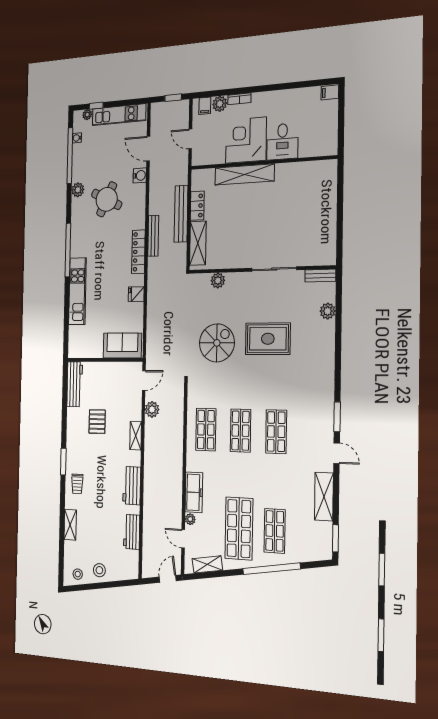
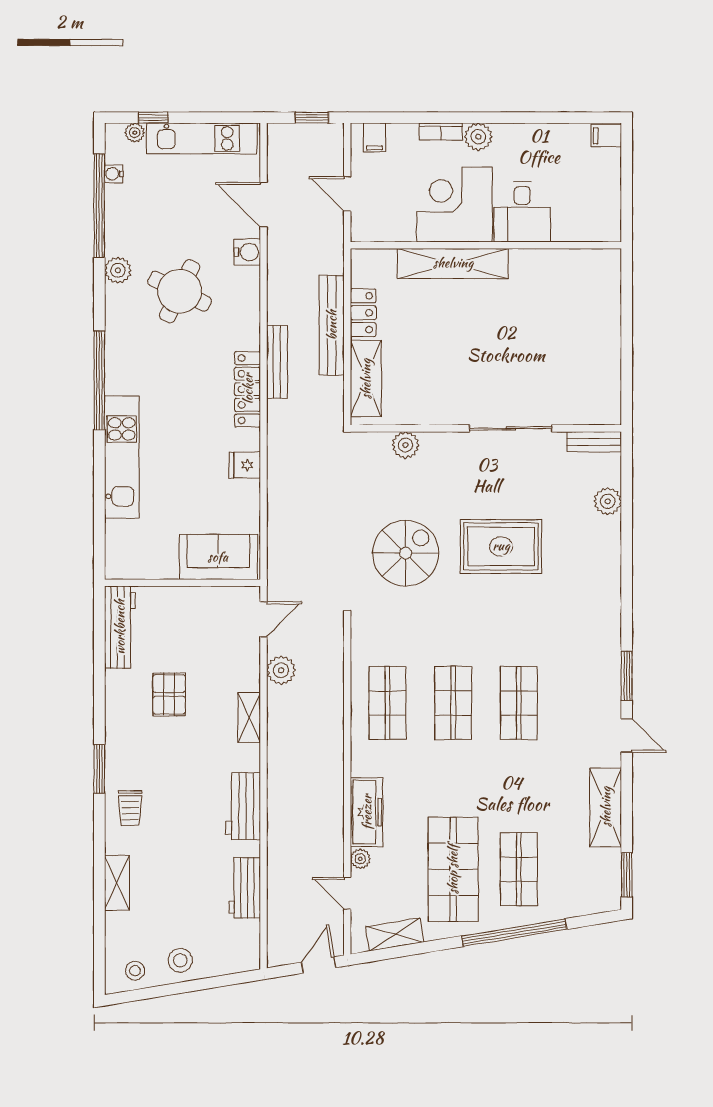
plant: (220, 104) -> (478, 137), moved

